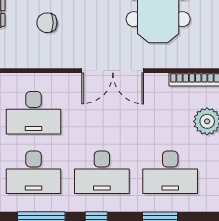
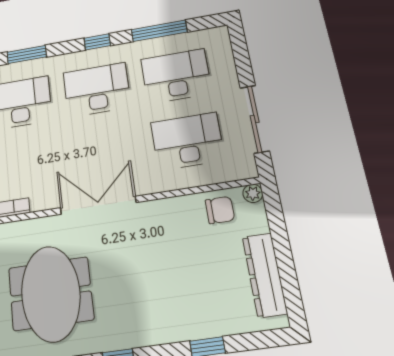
chair: (47, 23) -> (220, 210), moved

